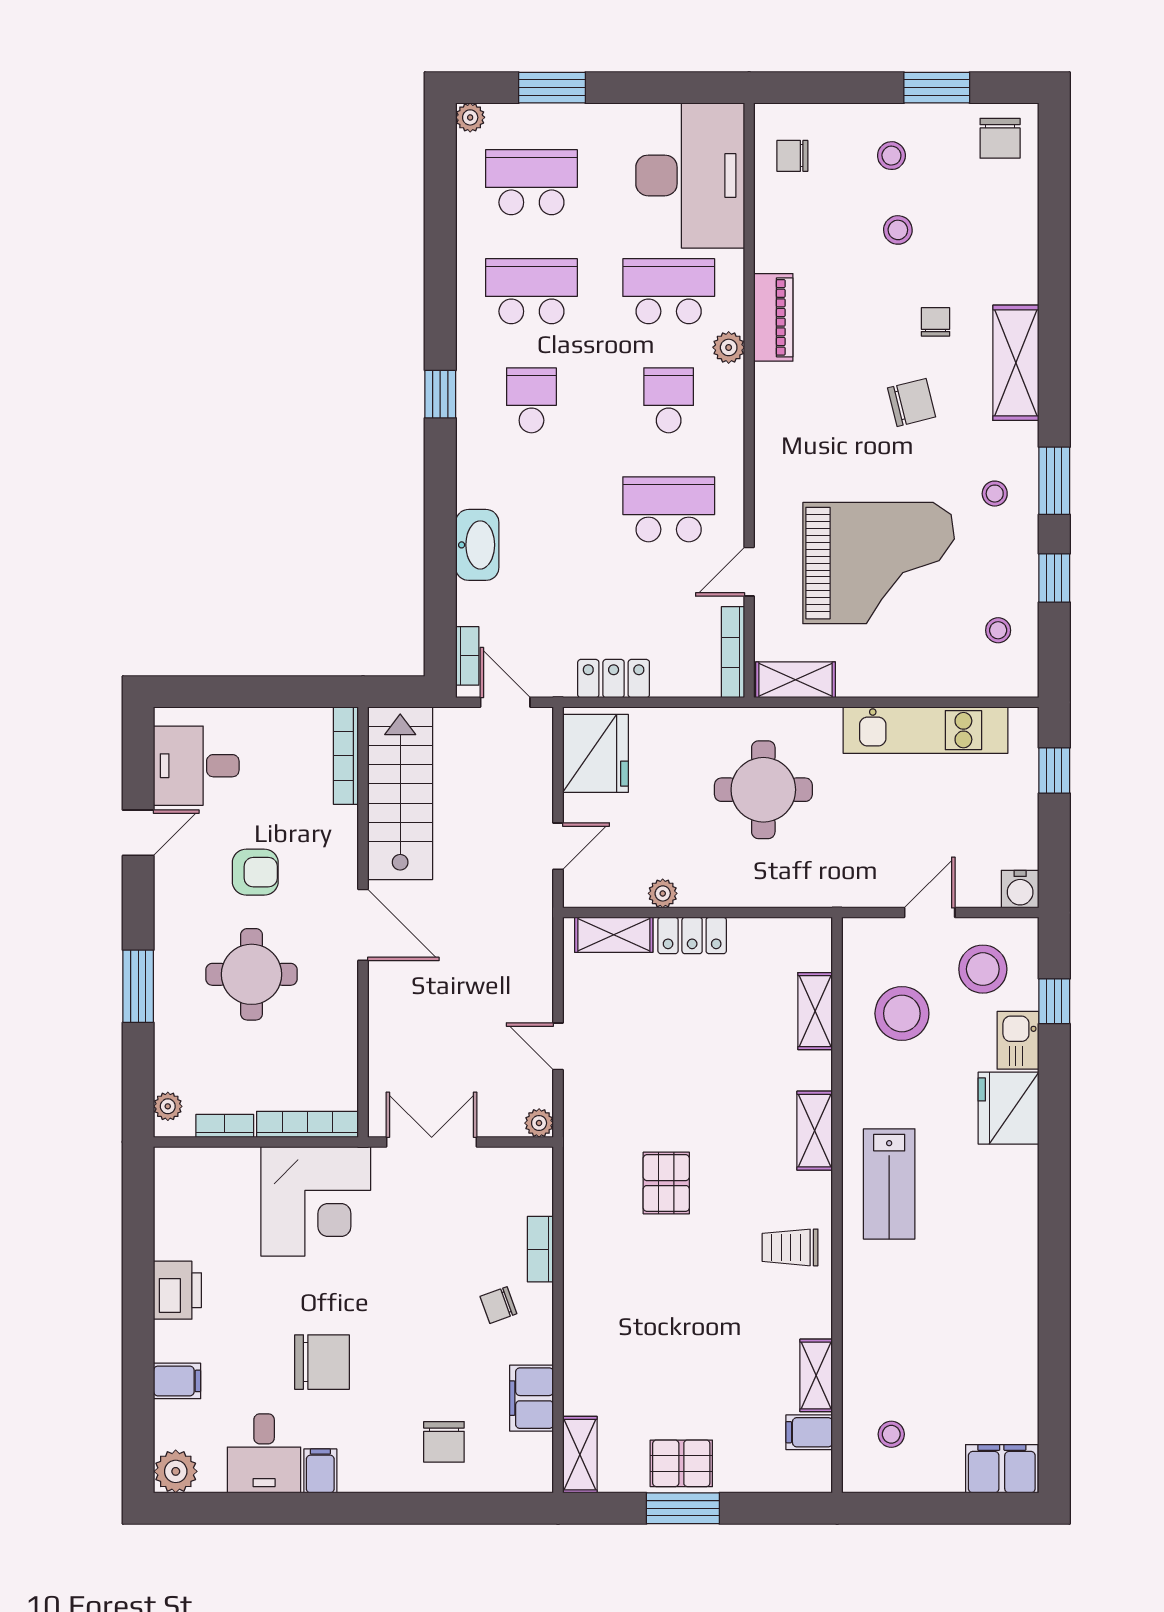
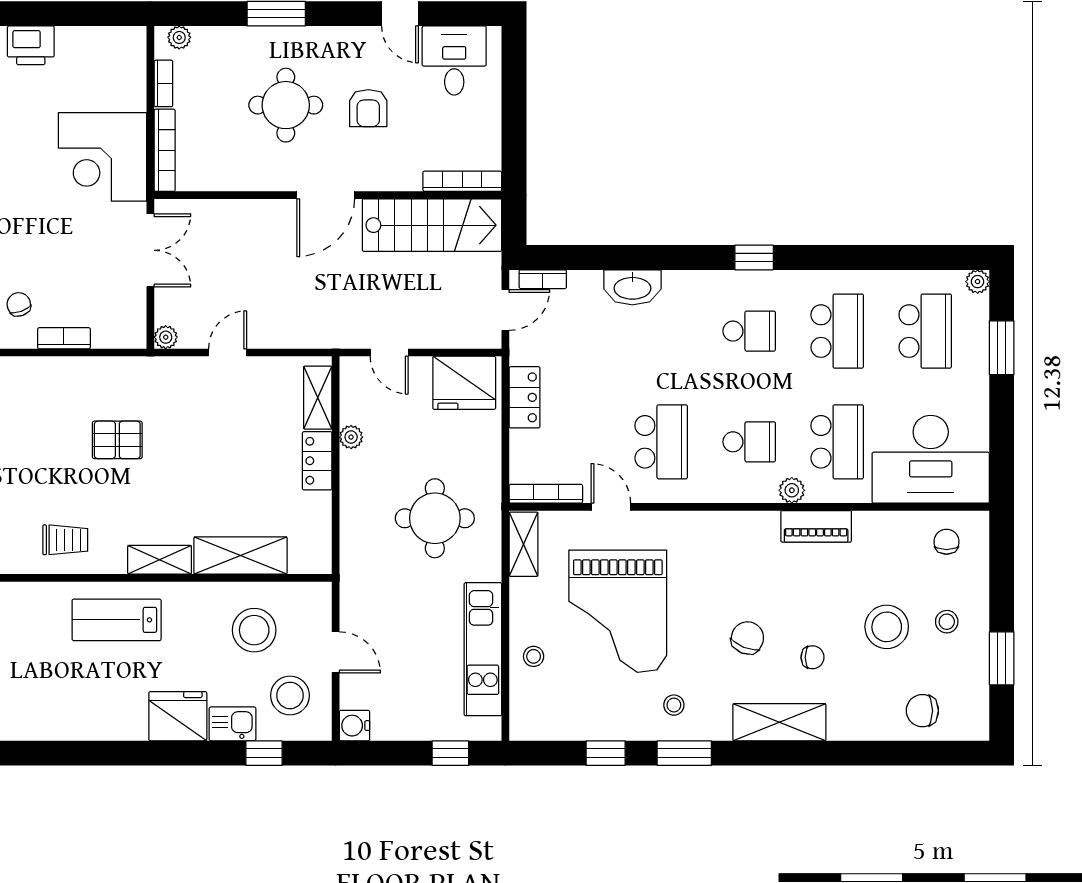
chair: (1000, 138) -> (922, 711), moved
stool: (898, 230) -> (887, 627), width x1.89, depth x1.89
chair: (912, 402) -> (747, 638), turned -144
stool: (998, 630) -> (534, 656), moved
shelving: (815, 1011) -> (241, 555), width x1.50, depth x1.33
trolley: (790, 1247) -> (65, 540), turned 90

